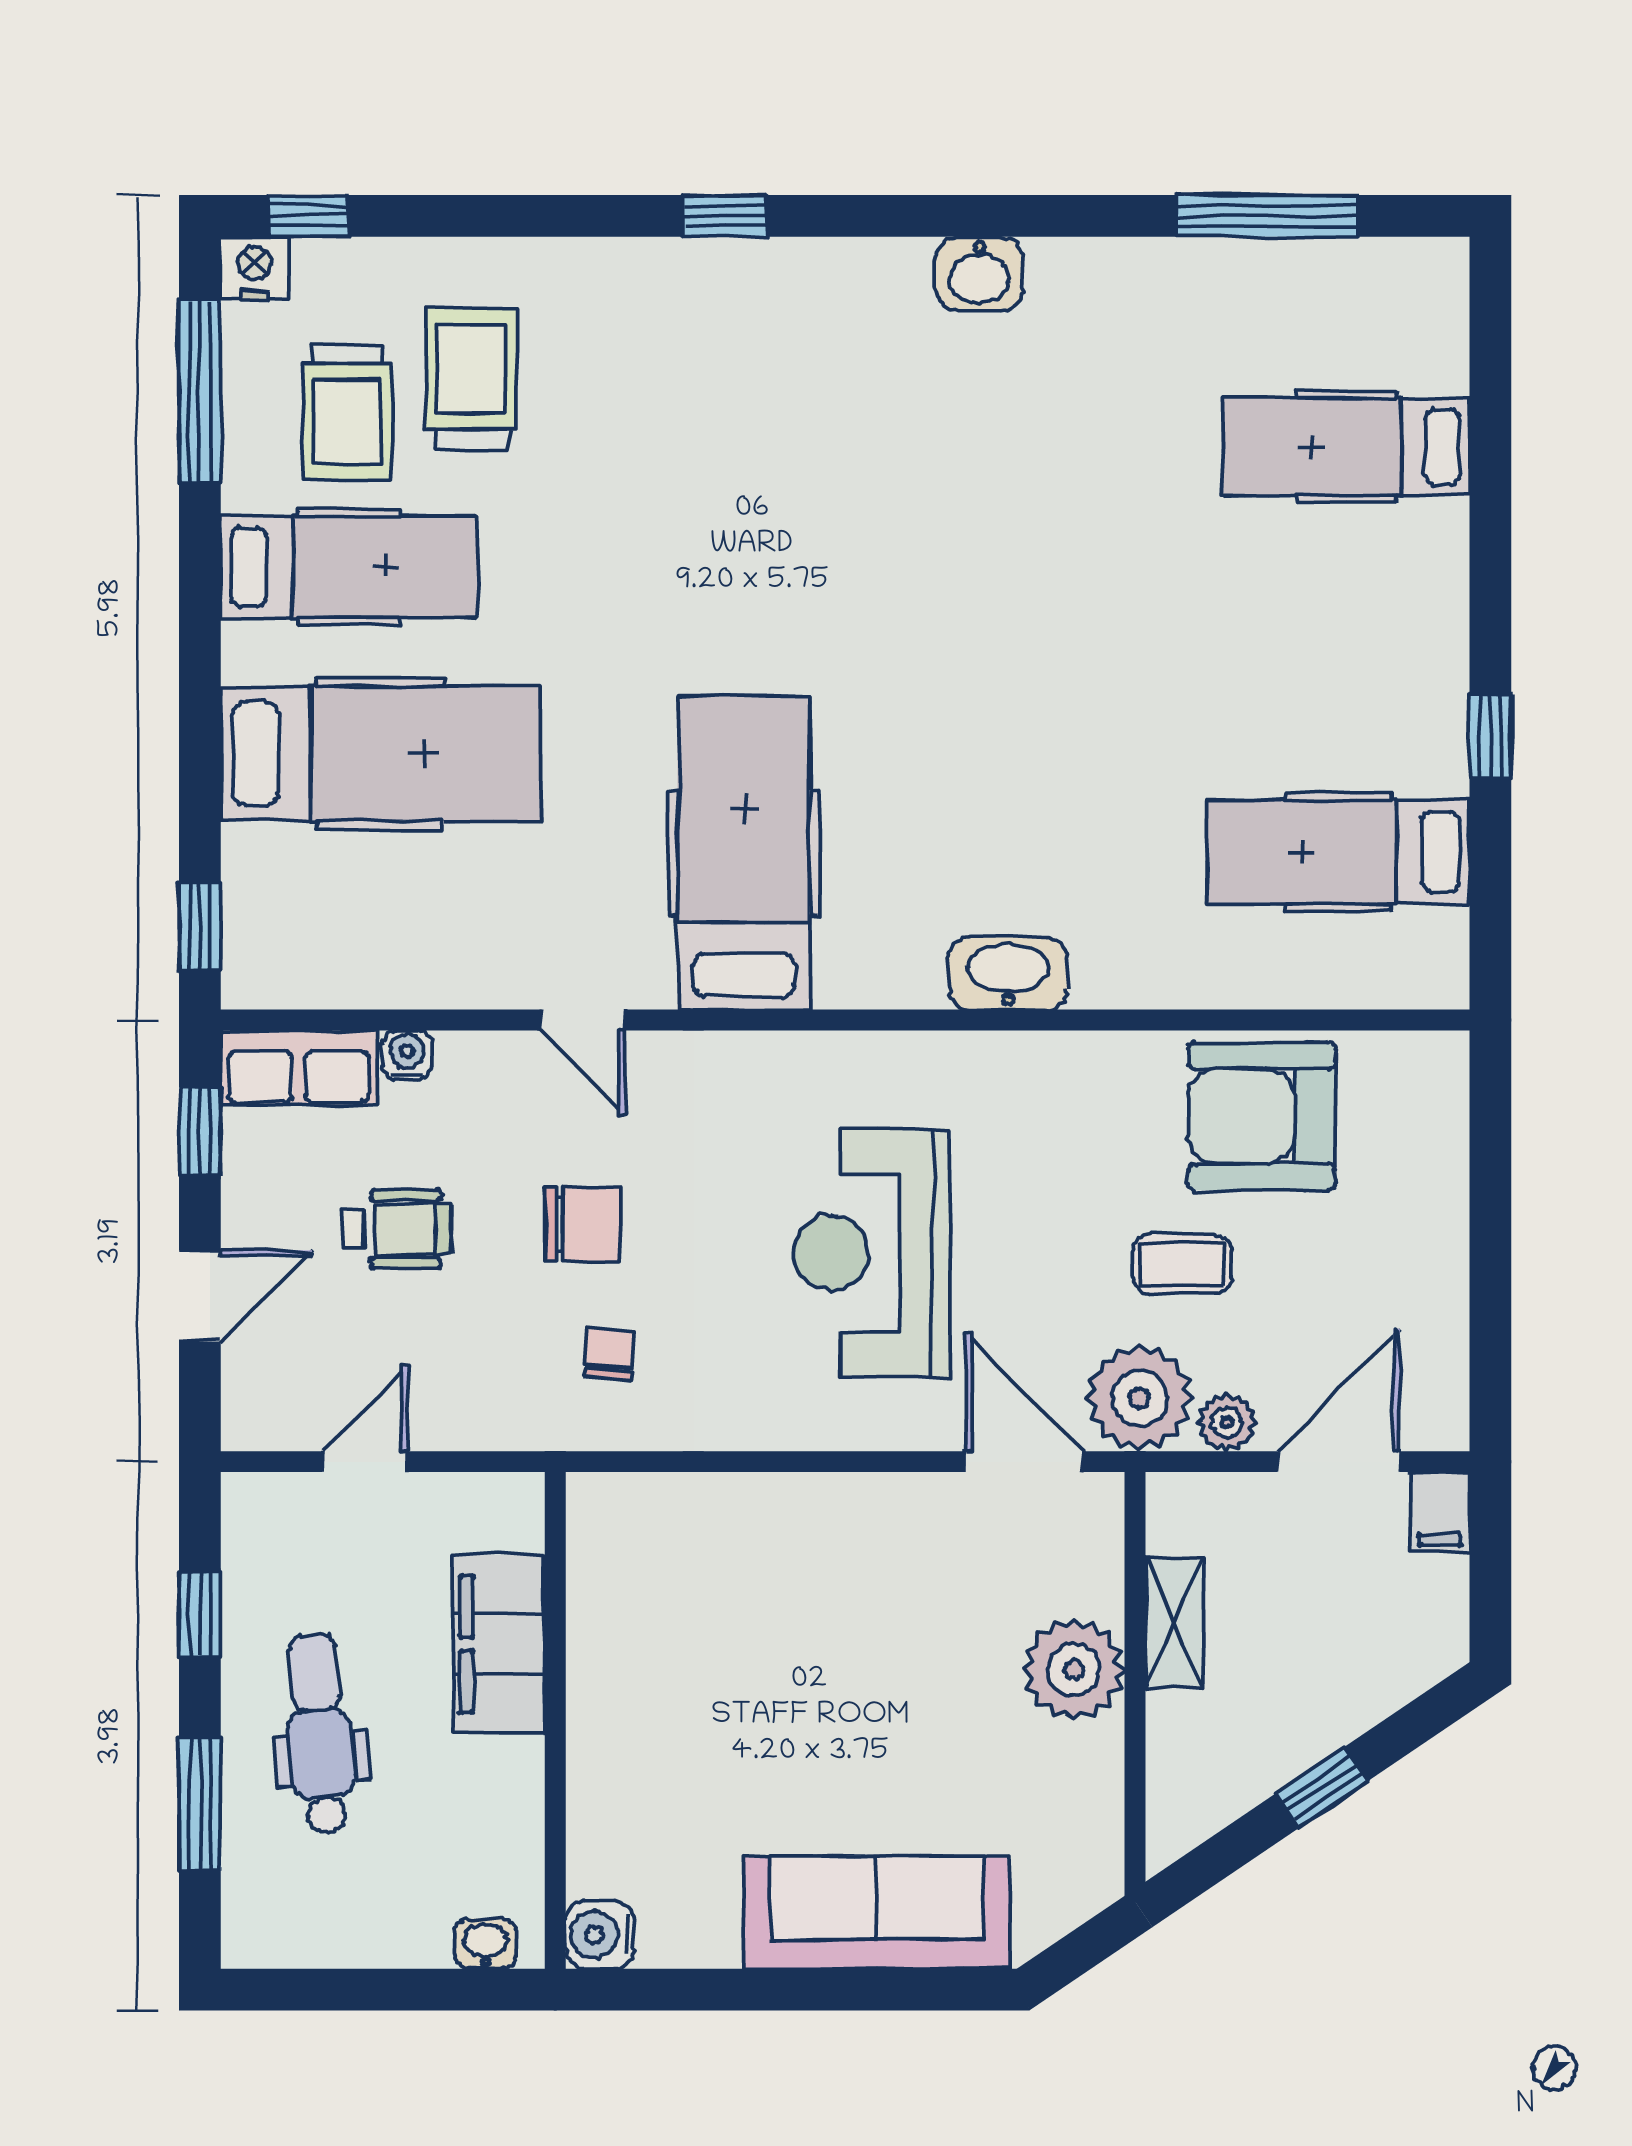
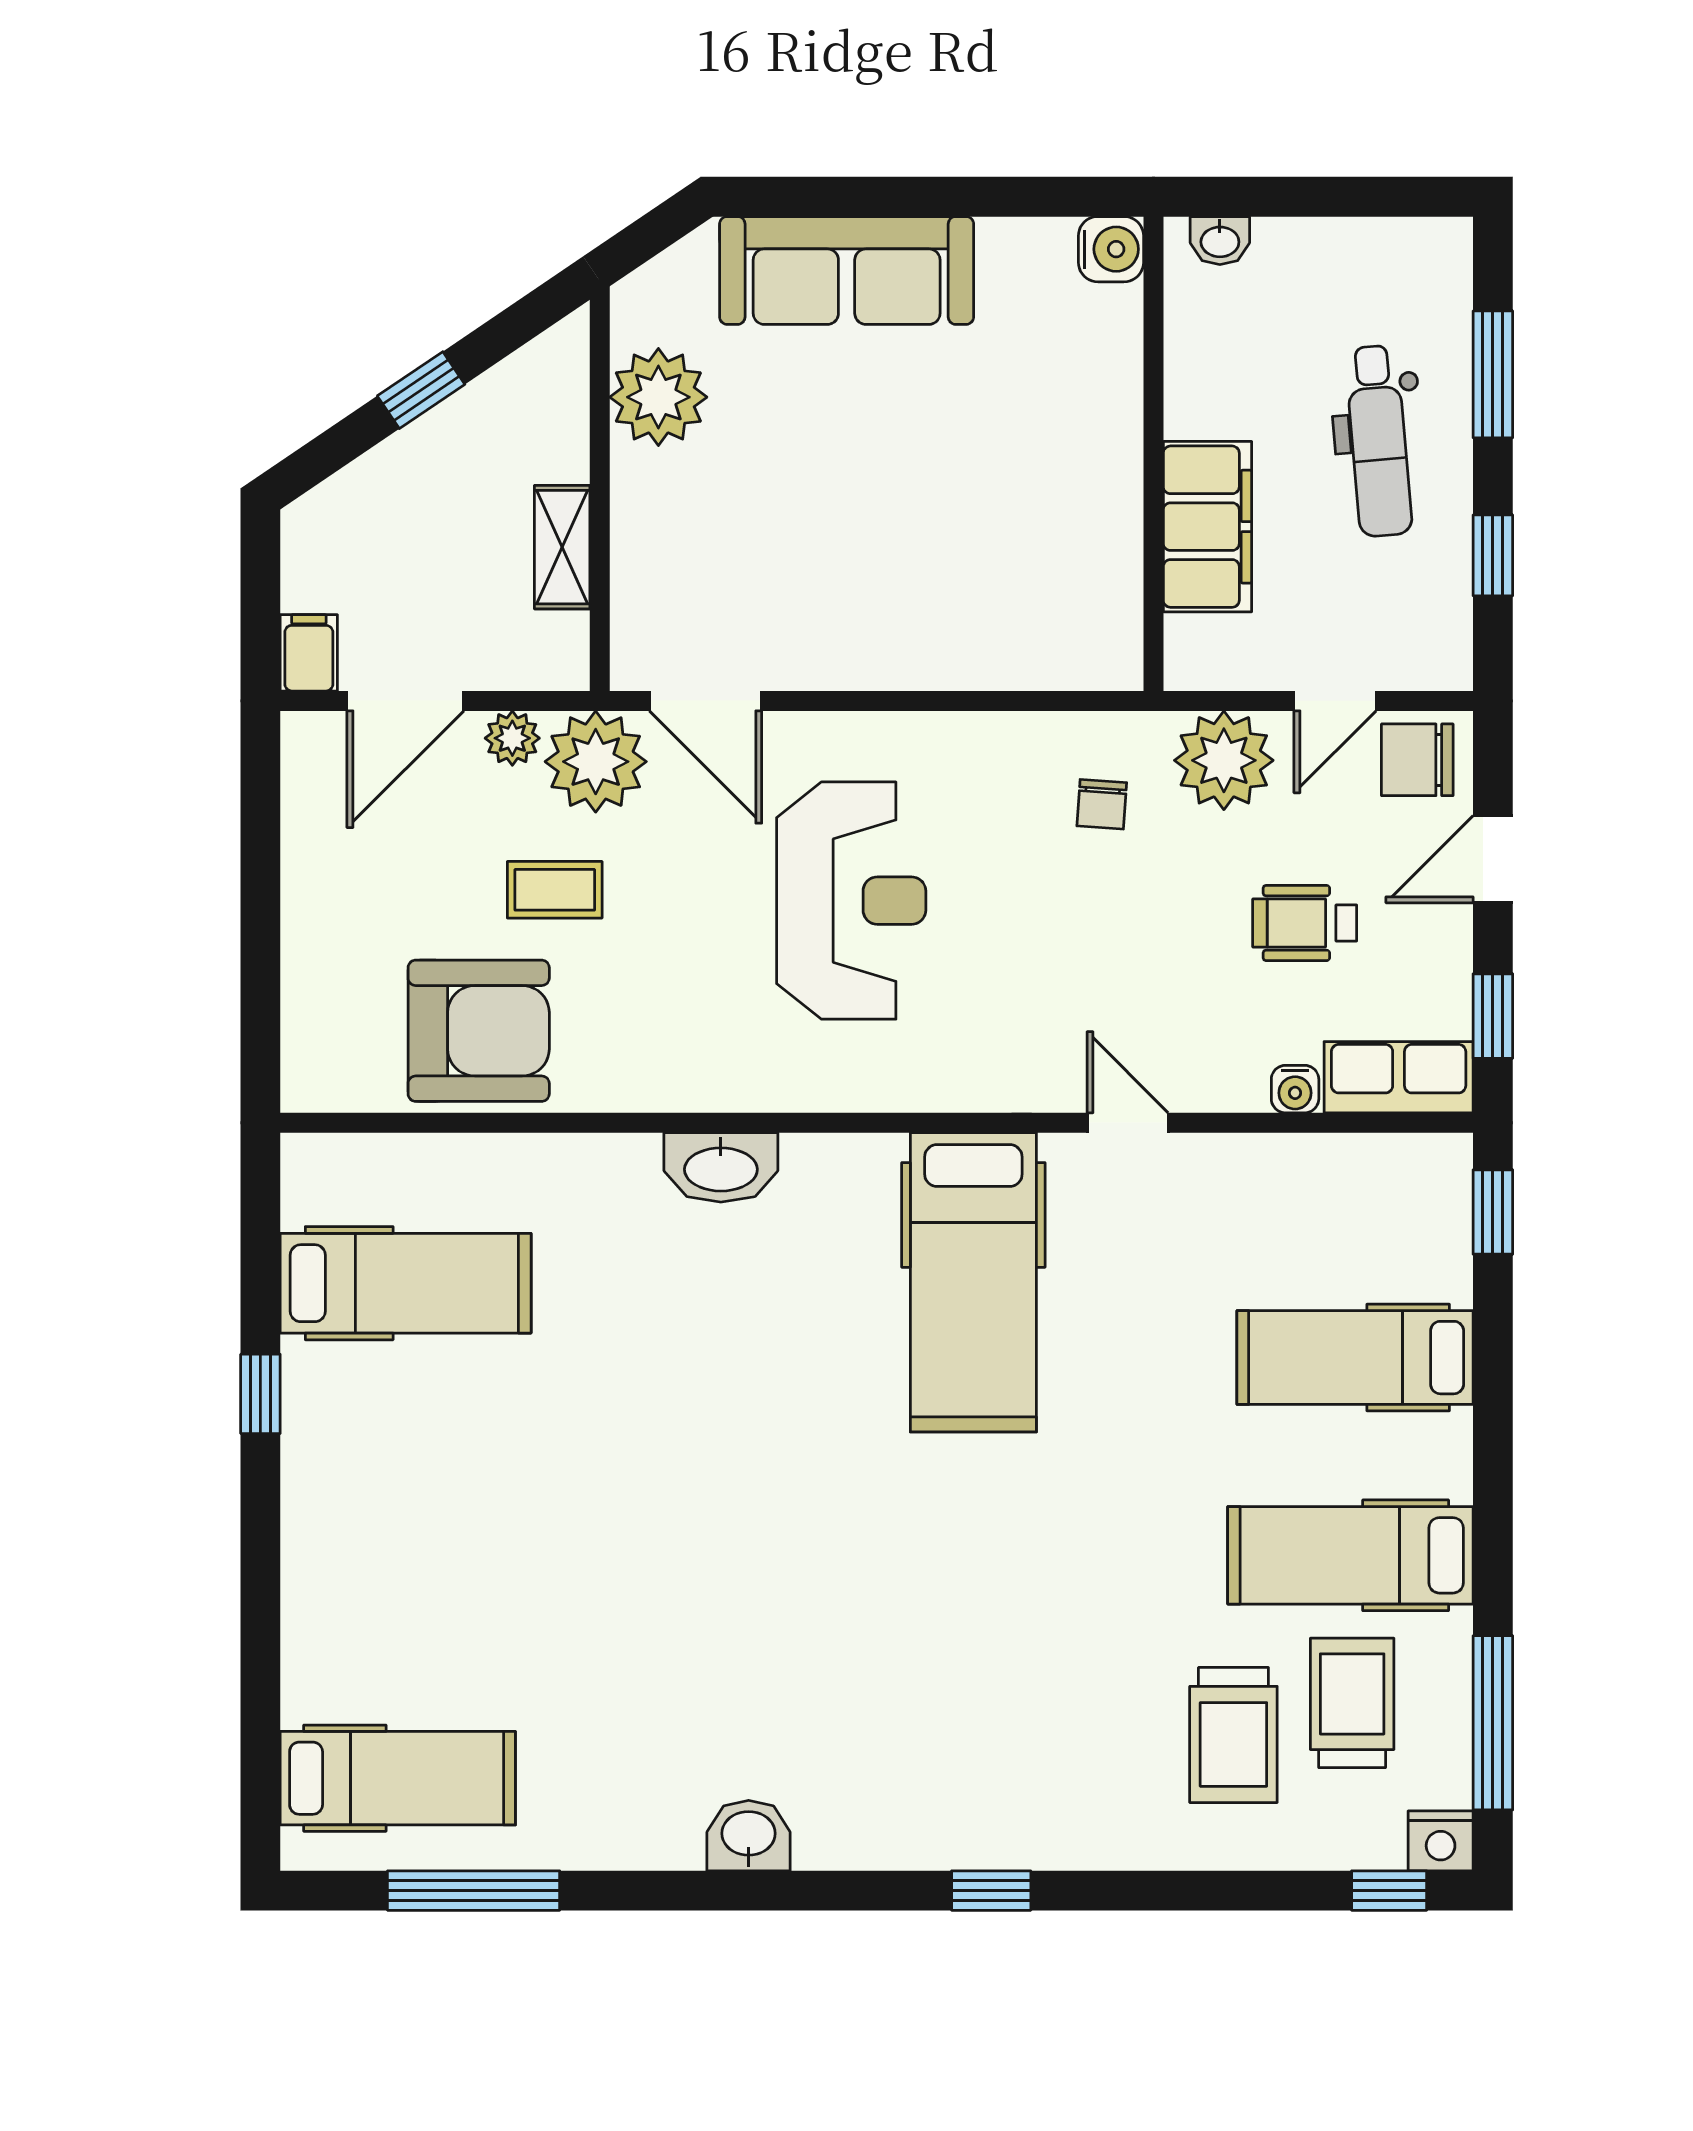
hospital bed: (1346, 447) -> (398, 1778), moved
hospital bed: (380, 753) -> (1355, 1358), width x0.73, depth x0.78
chair: (582, 1224) -> (1417, 760), moved
plant: (482, 1399) -> (1224, 760), added
plant: (1074, 1669) -> (658, 397), moved

